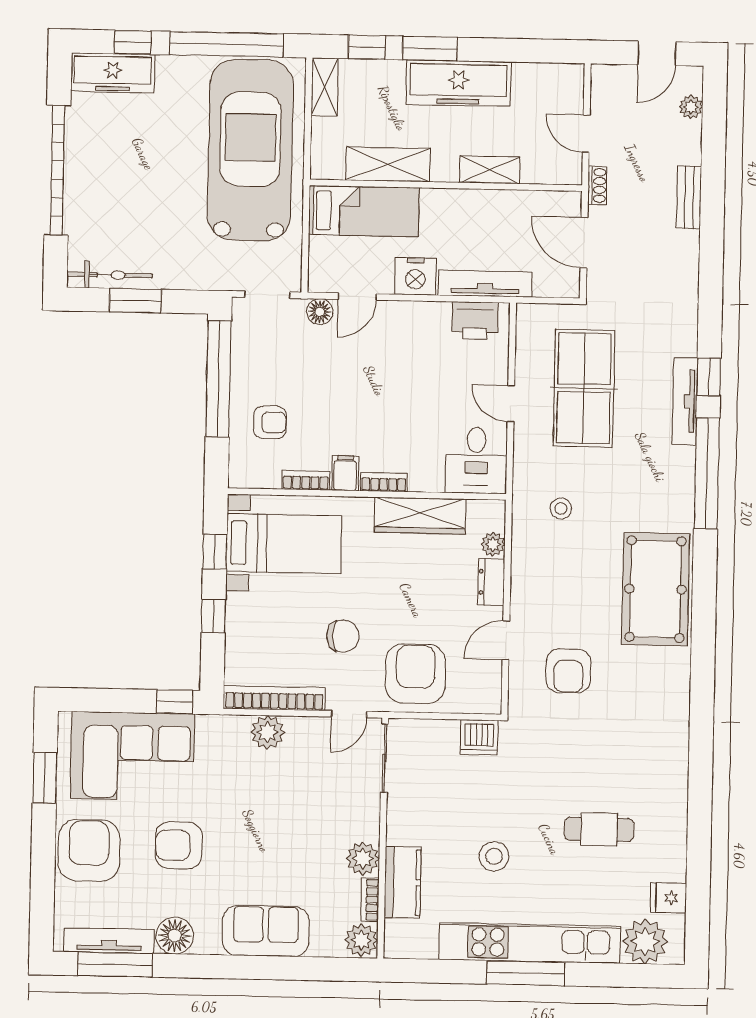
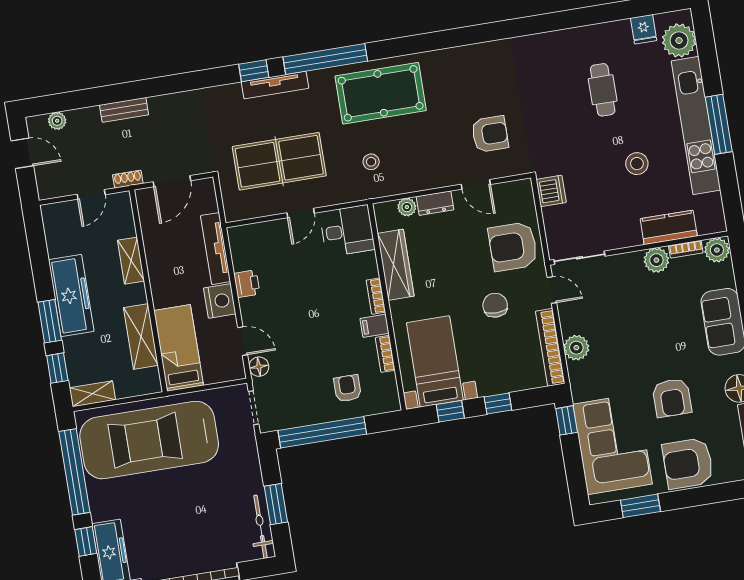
printer: (475, 321) -> (247, 284), moved, width x0.73, depth x0.81
pool table: (655, 589) -> (381, 93), moved

